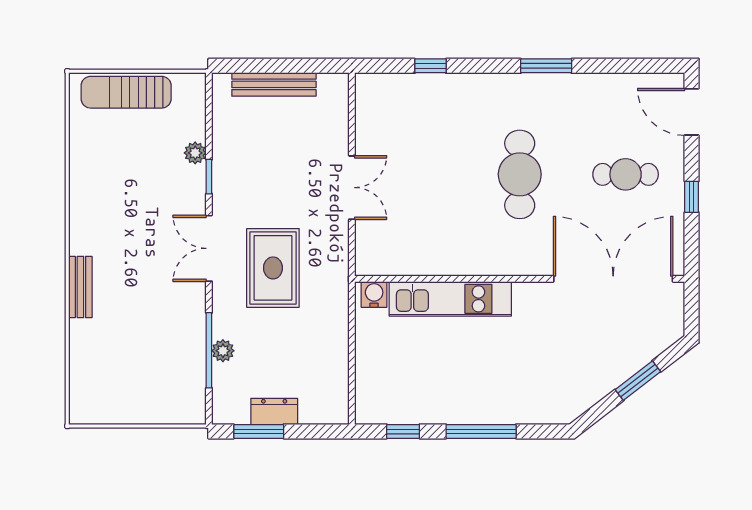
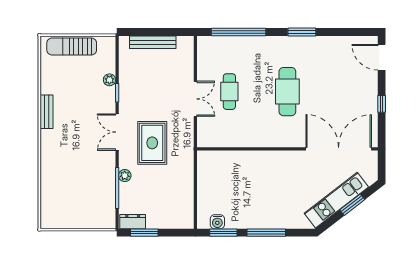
window: (430, 66) -> (238, 32), width x3.17
cafe table: (626, 174) -> (229, 92), moved, turned 90
bench: (80, 287) -> (47, 112), moved
water cooler: (374, 294) -> (217, 222), moved, turned 180
kitchen unit: (450, 299) -> (336, 200), moved, turned 142
plant: (223, 351) -> (125, 176), moved
dresser: (274, 411) -> (133, 222), moved
window: (403, 431) -> (223, 233), width x1.50

